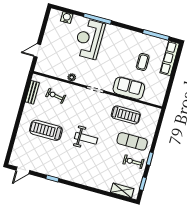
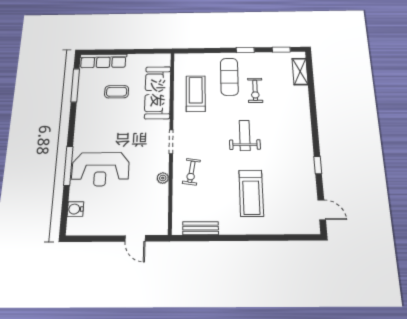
sofa: (129, 88) -> (158, 93), width x1.36
exercise bike: (56, 96) -> (191, 172), moved
exercise bike: (133, 162) -> (255, 90), moved

